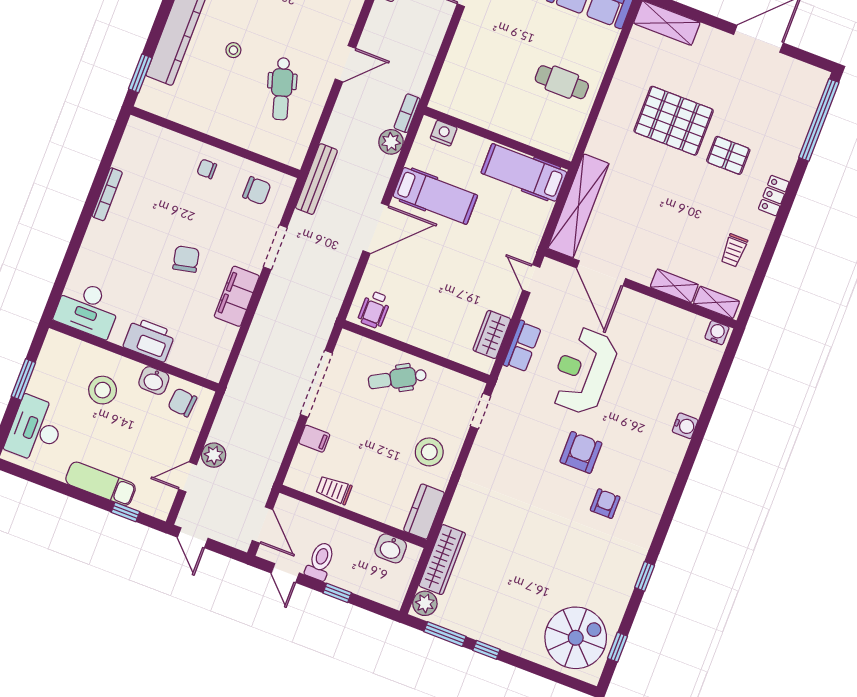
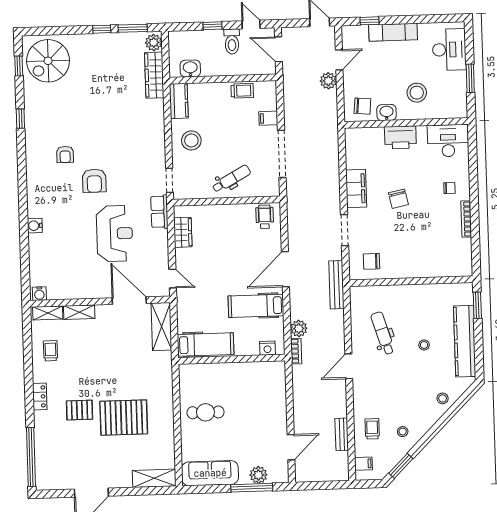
chair: (207, 169) -> (449, 188), moved
shelving: (578, 206) -> (161, 327), width x0.68
row of seats: (522, 346) -> (159, 212), moved

